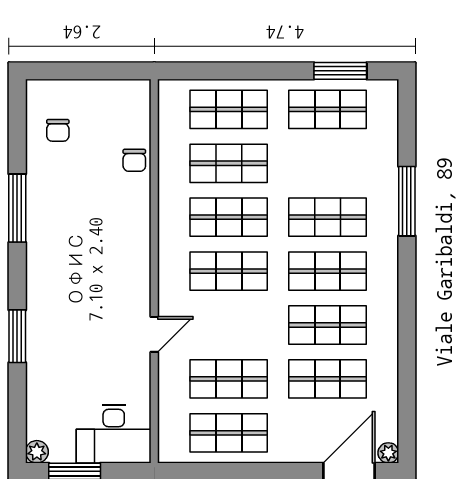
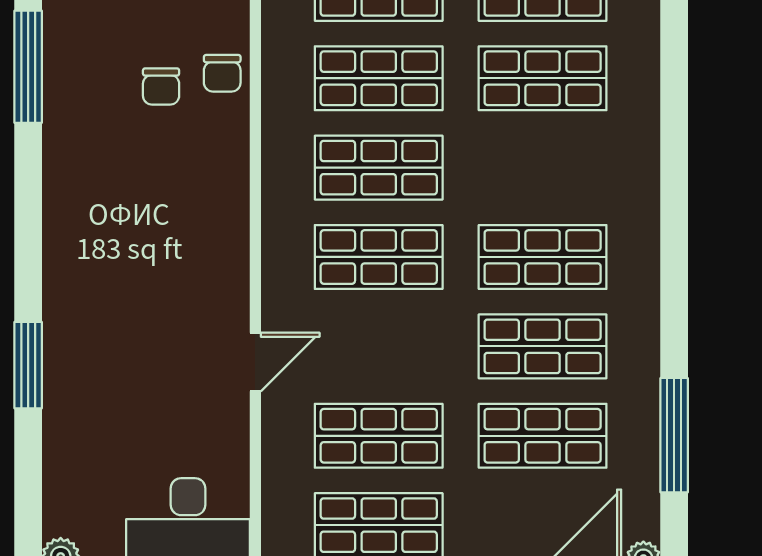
chair: (58, 130) -> (161, 86), moved
window: (407, 201) -> (674, 435), moved
window: (17, 208) -> (28, 67), moved
shop shelf: (328, 217) -> (543, 78), moved

